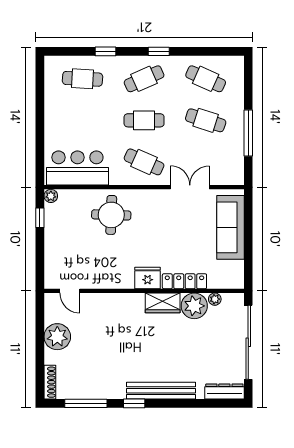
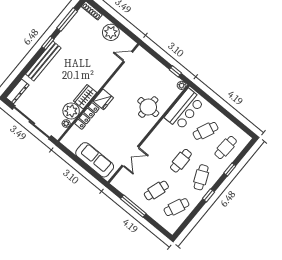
cafe table: (144, 162) -> (206, 131), moved

